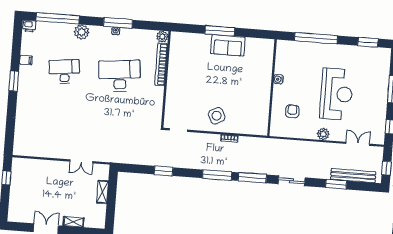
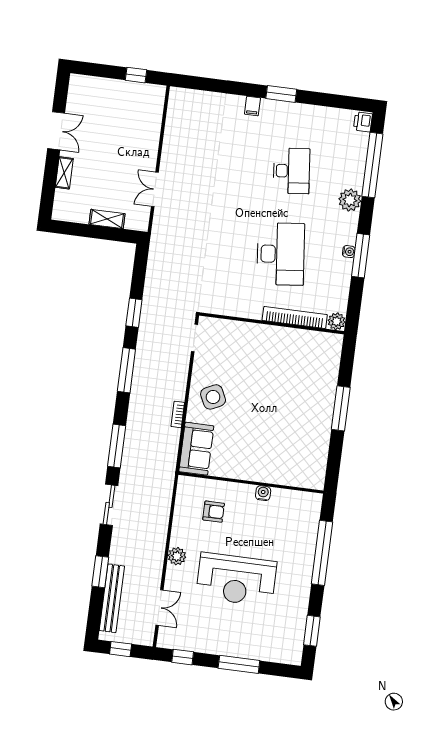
sofa: (228, 45) -> (196, 449), moved, turned 180
filing cabinet: (26, 60) -> (252, 106), moved
window: (217, 175) -> (126, 370), moved

